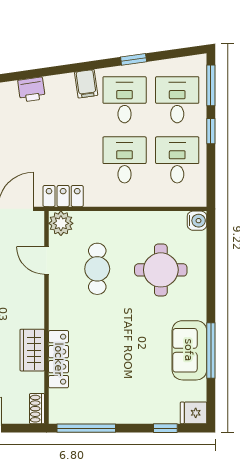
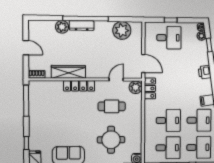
wardrobe: (32, 350) -> (68, 72), width x1.50
locker: (59, 359) -> (79, 86), moved

